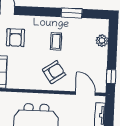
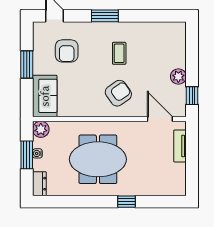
window: (72, 13) -> (105, 16), moved
plant: (102, 41) -> (178, 77), moved

